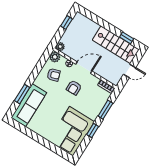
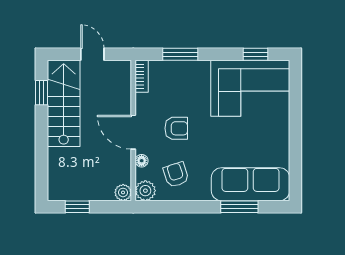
window: (93, 130) -> (256, 54), moved

